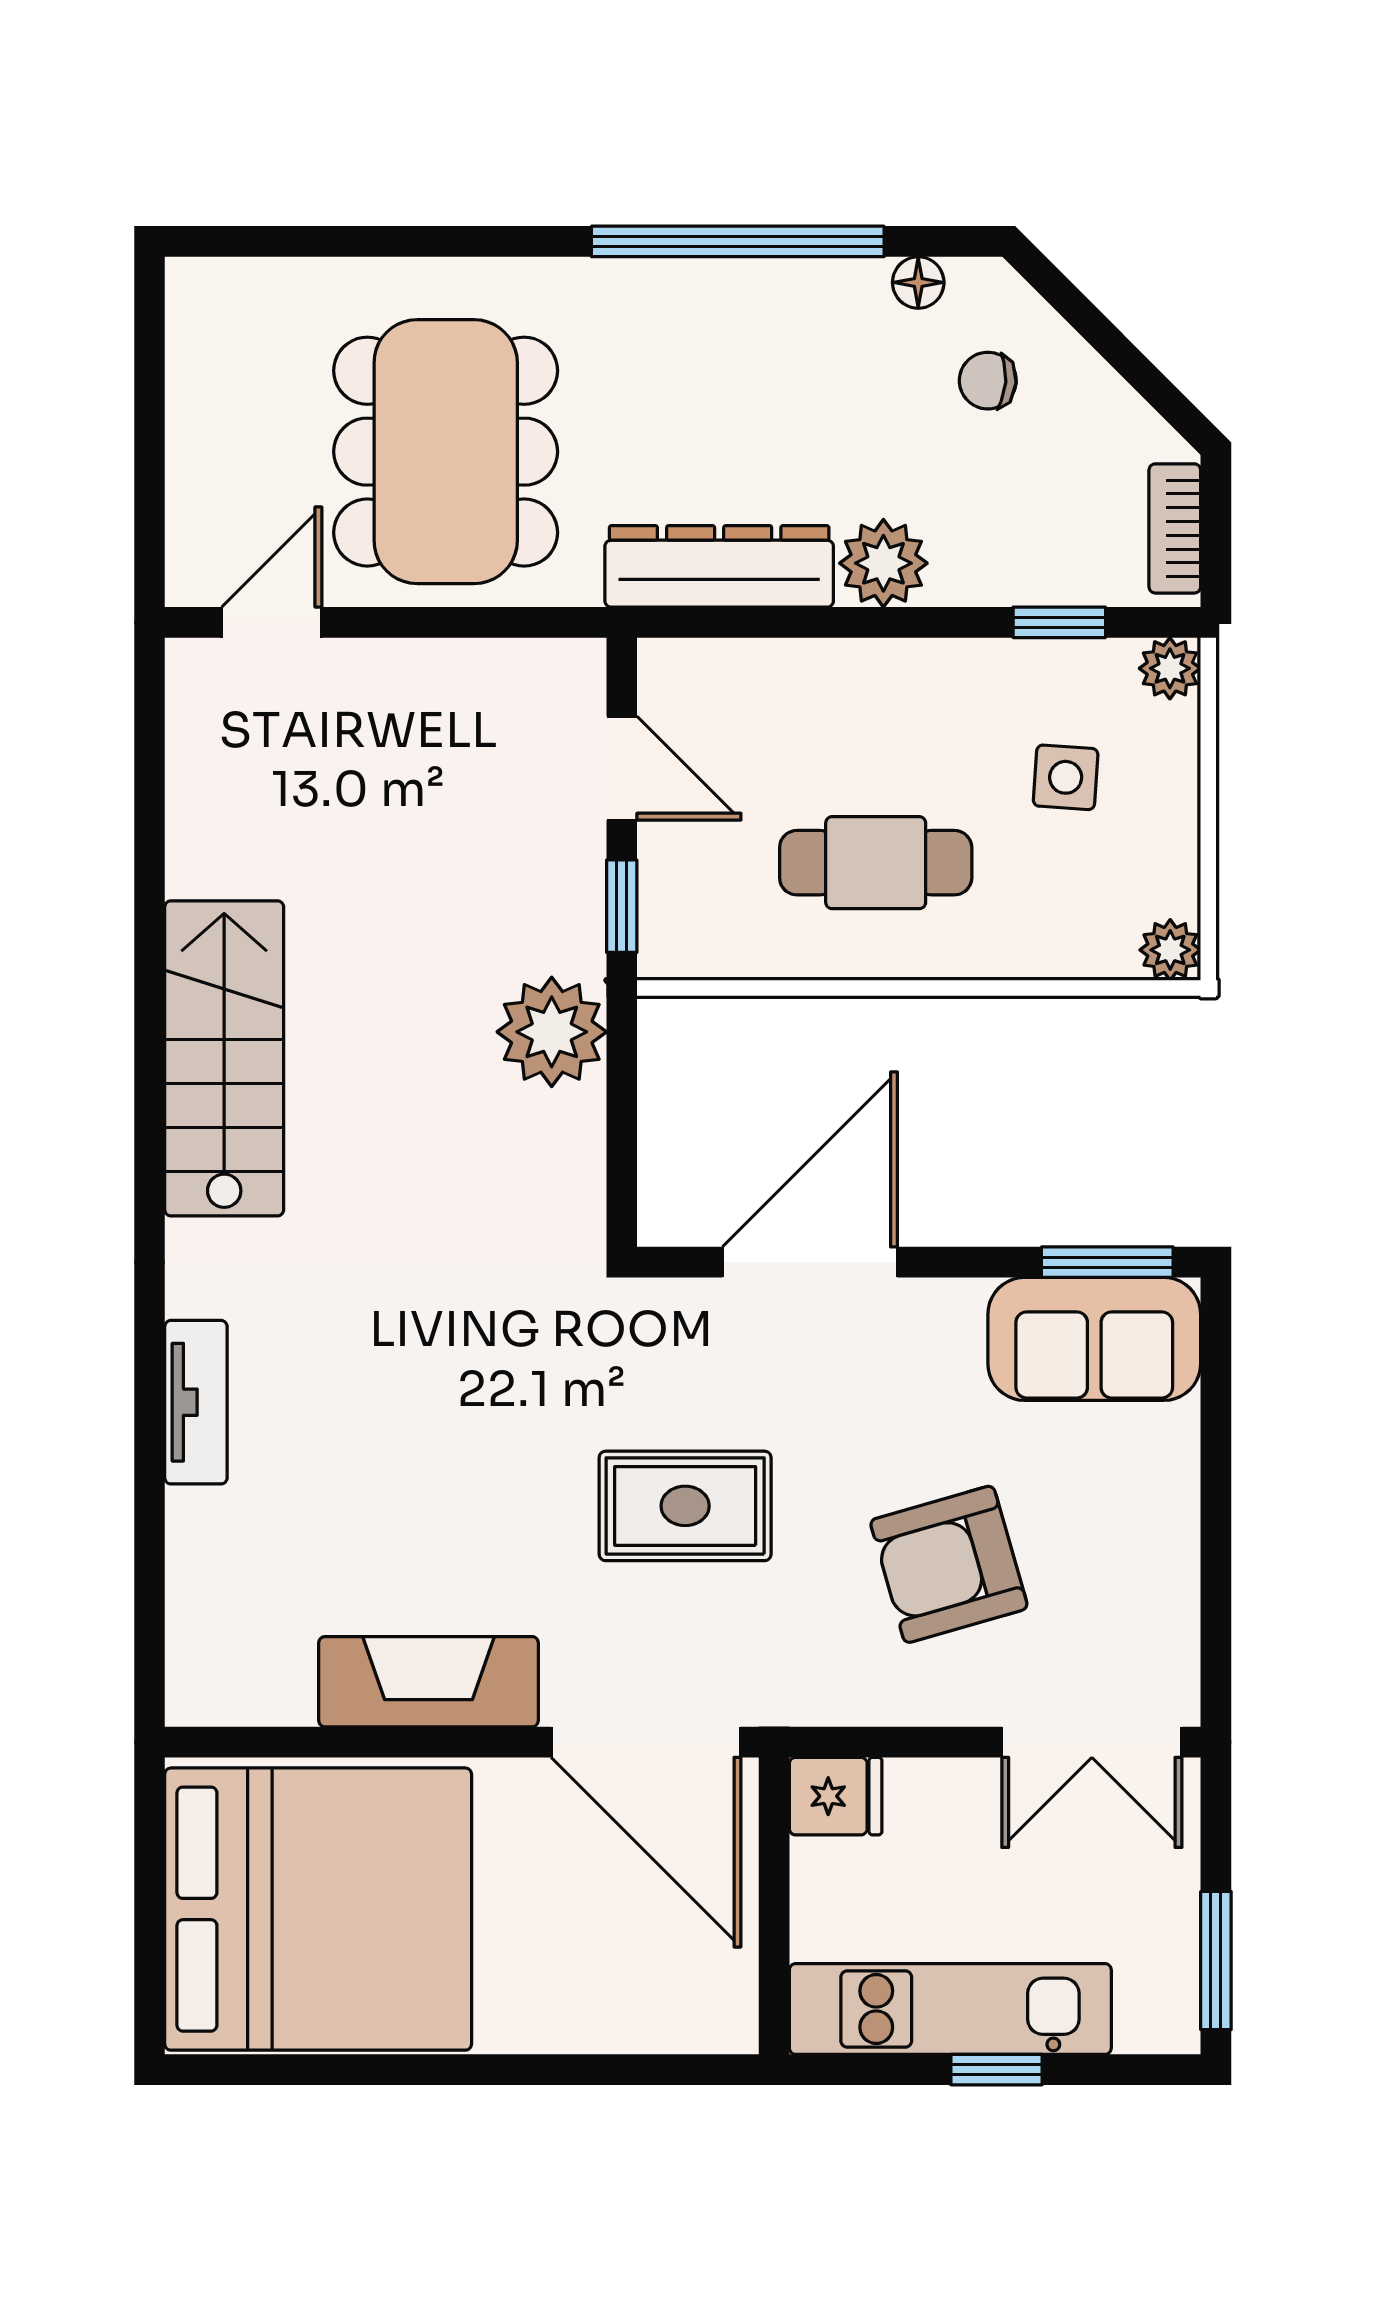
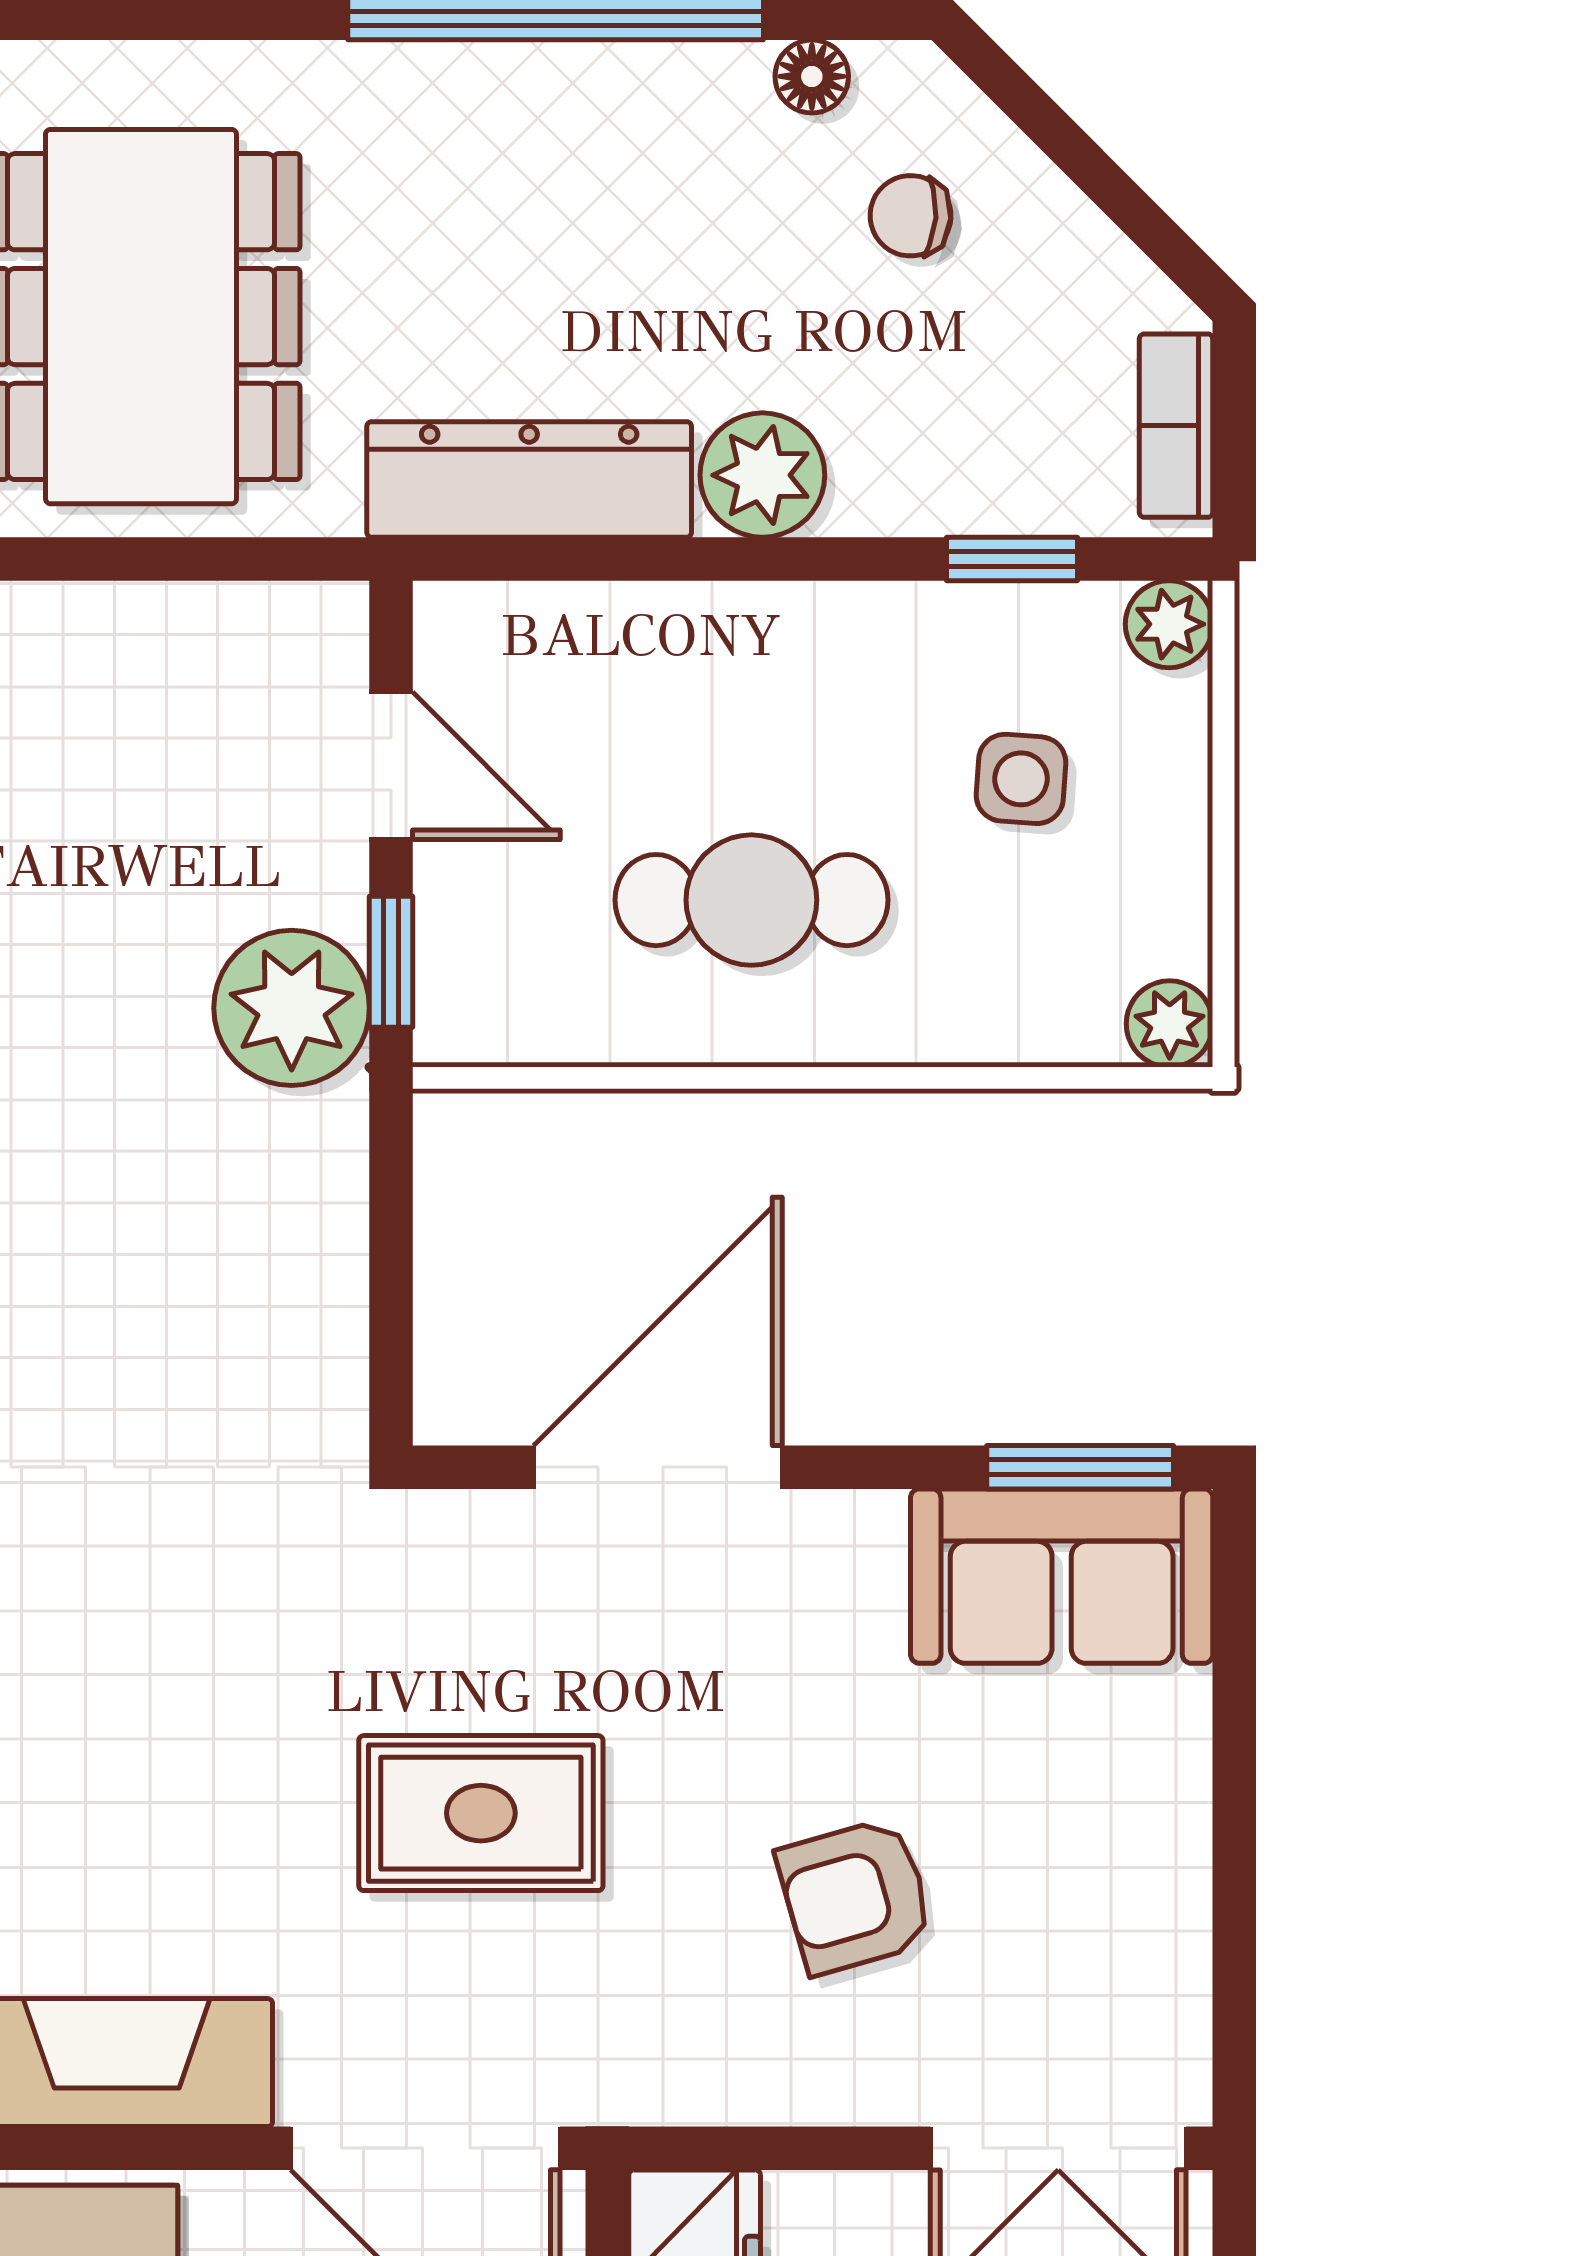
plant: (552, 1032) -> (292, 1008), moved
armchair: (949, 1564) -> (855, 1896), width x0.72, depth x0.72

